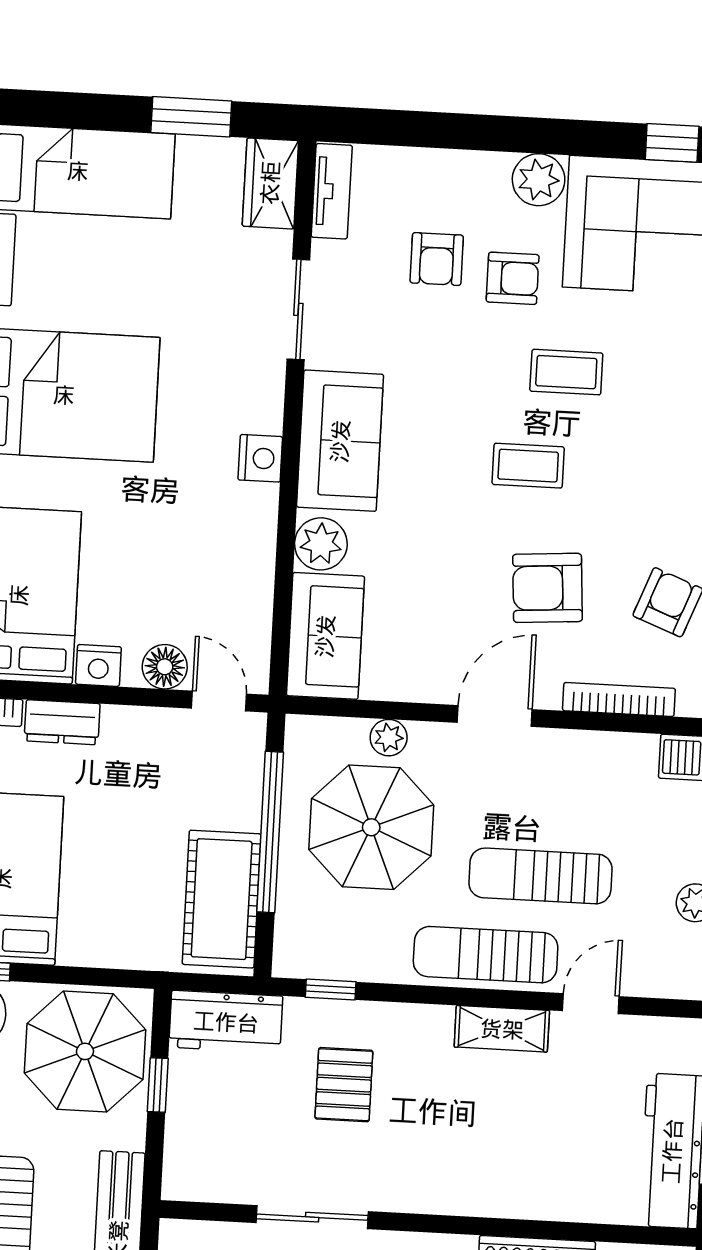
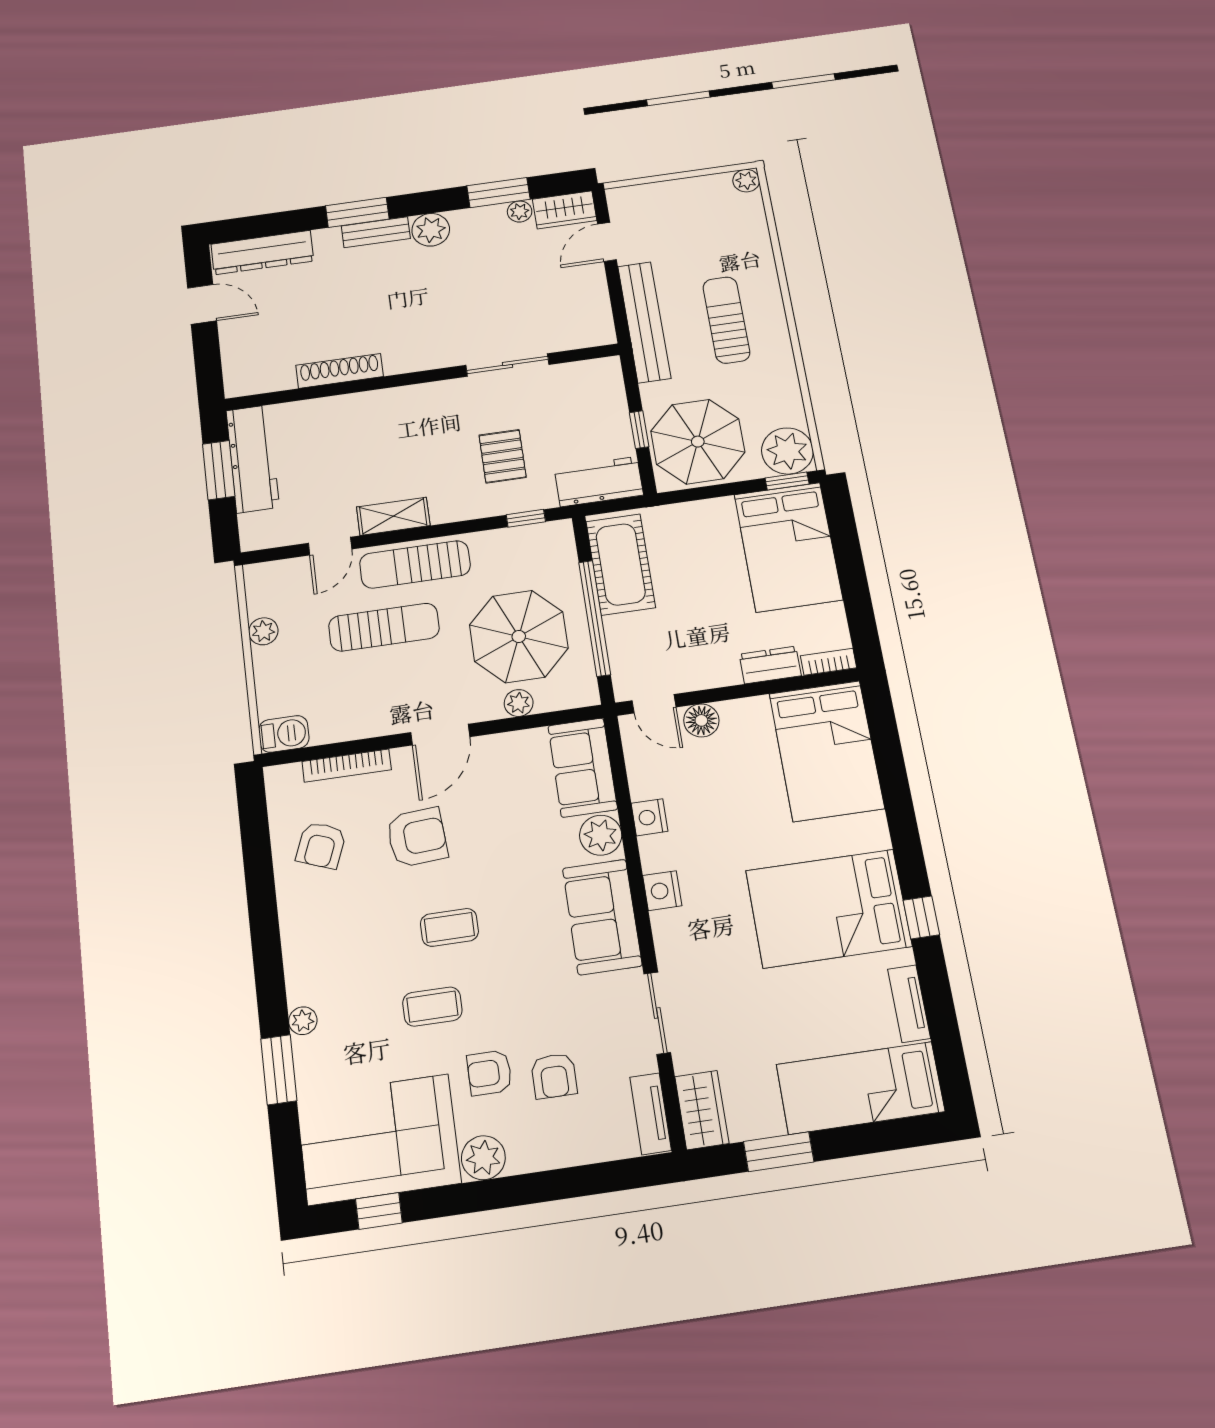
armchair: (437, 259) -> (554, 1076), turned 180
nightstand: (98, 665) -> (649, 817), moved, turned -90
sun lounger: (486, 955) -> (415, 564), turned 180

